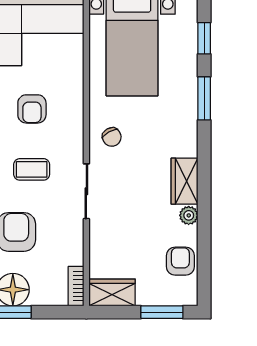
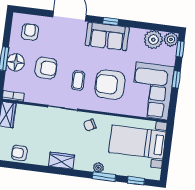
armchair: (32, 109) -> (110, 85), width x1.88, depth x1.88
plant: (189, 215) -> (98, 168), moved
armchair: (180, 261) -> (19, 153), turned 180

